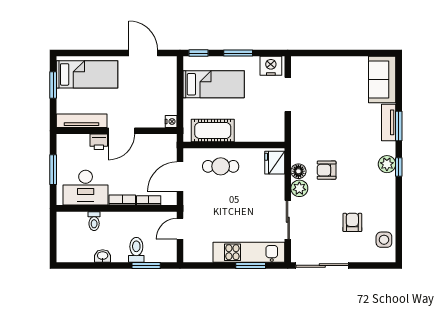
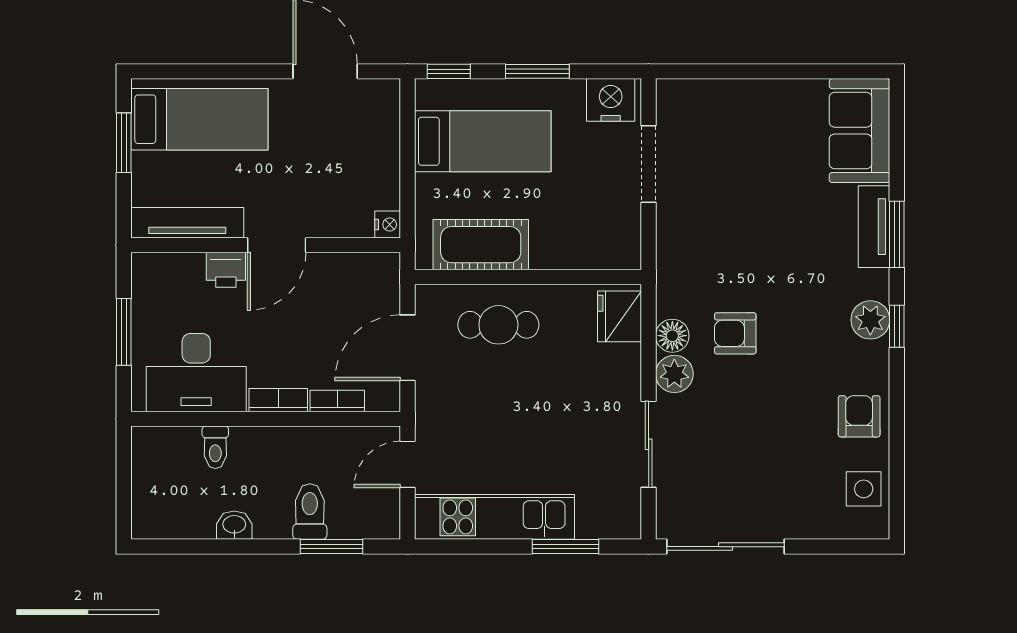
armchair: (352, 222) -> (859, 416), moved
kitchen unit: (249, 252) -> (494, 517), moved

